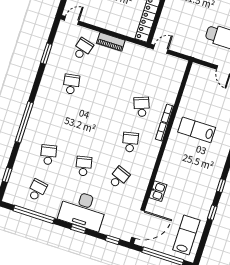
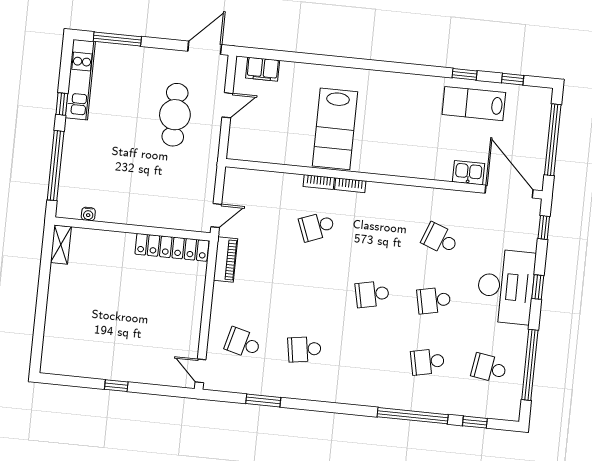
piano: (111, 42) -> (226, 260), moved
door: (161, 49) -> (216, 216), swing flipped
window: (24, 122) -> (413, 416), moved
lab bench: (197, 130) -> (335, 129), width x1.36, depth x1.39
school desk: (130, 142) -> (372, 294), moved
window: (221, 186) -> (513, 79), moved
kitchen sink: (158, 191) -> (469, 173), moved
lab bench: (186, 235) -> (474, 104), moved

